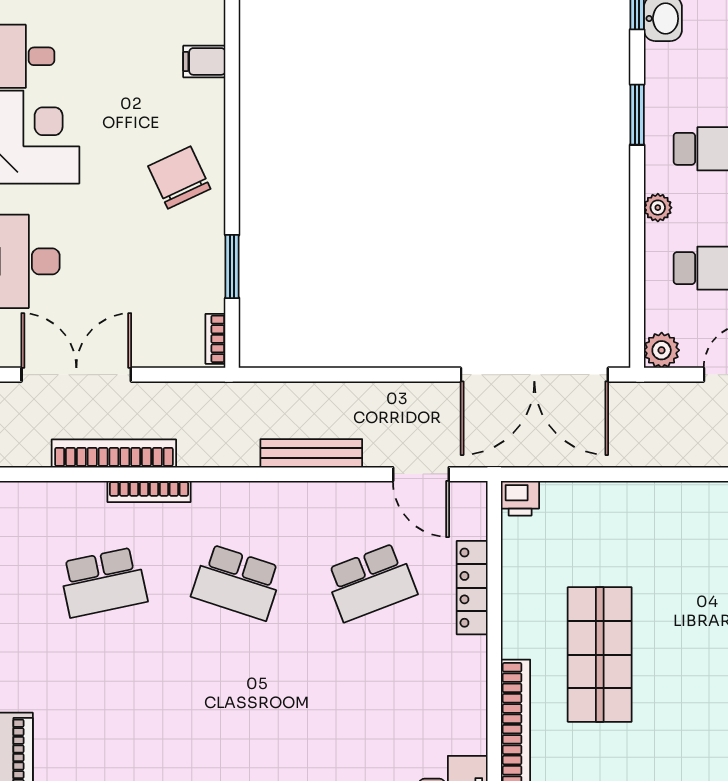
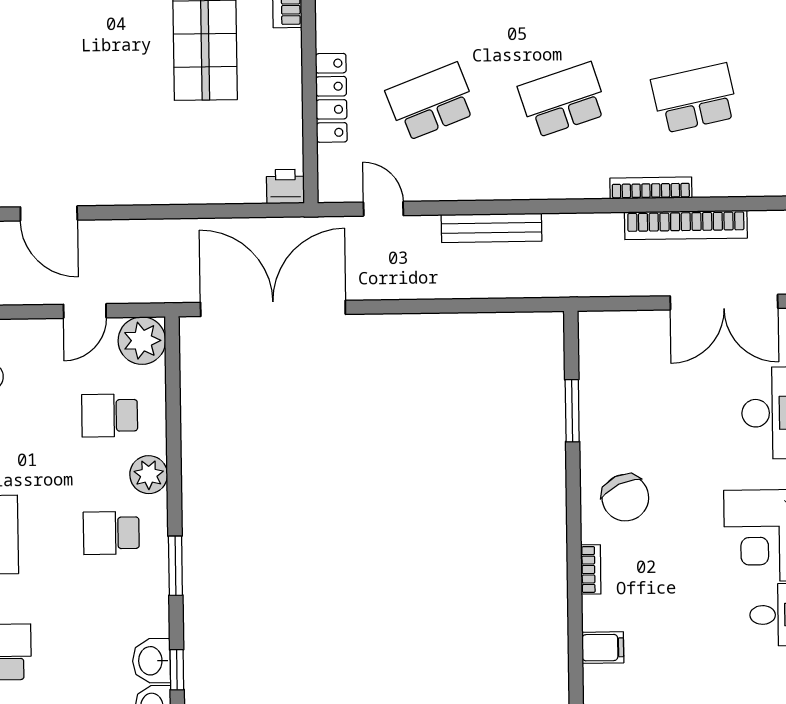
filing cabinet: (204, 61) -> (603, 648), moved
plant: (658, 208) -> (149, 475), width x1.38, depth x1.38
bookcase: (215, 339) -> (591, 569), moved
plant: (662, 350) -> (142, 341), width x1.36, depth x1.36
door: (421, 474) -> (383, 209), width x0.73
school desk: (237, 582) -> (563, 100), turned -36

